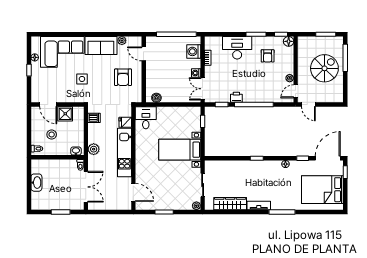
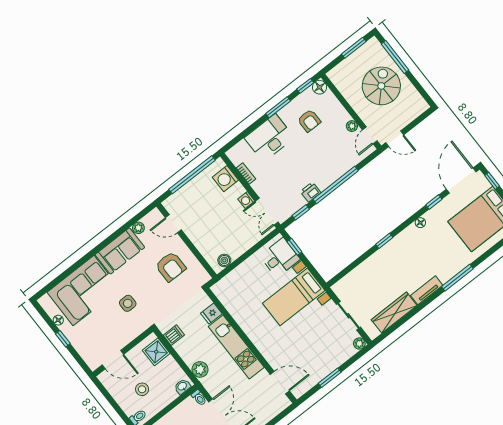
shower: (65, 114) -> (156, 352), moved
desk: (146, 118) -> (280, 258), moved, turned 90

